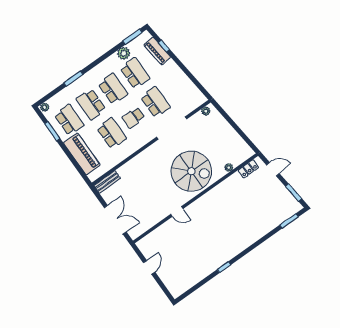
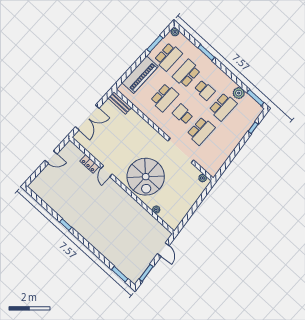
piano: (157, 51) -> (247, 123), removed
school desk: (113, 89) -> (205, 90), width x0.54
locker: (248, 169) -> (89, 164), moved

